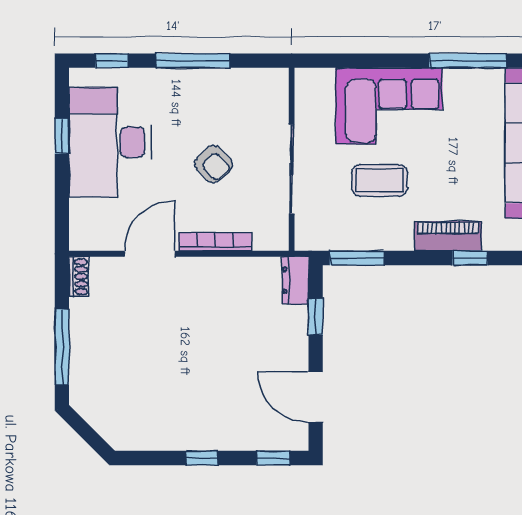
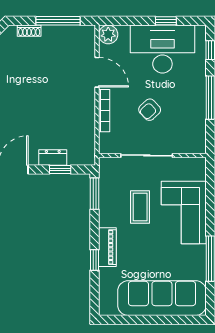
plant: (85, 235) -> (108, 34), added
shoe rack: (79, 277) -> (29, 31), moved
dresser: (295, 280) -> (53, 158), moved
window: (62, 347) -> (58, 21), moved

